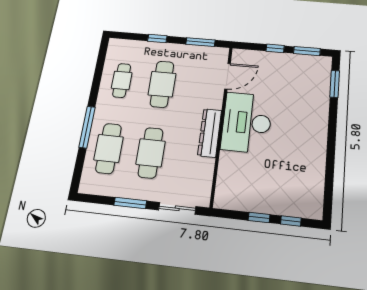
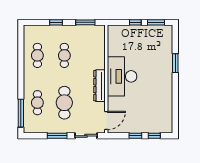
door: (227, 76) -> (106, 121), moved
cafe table: (162, 84) -> (64, 55), width x0.73, depth x0.74
window: (335, 84) -> (175, 63), moved
window: (87, 127) -> (21, 113), moved
cafe table: (109, 148) -> (37, 103), width x0.73, depth x0.74

